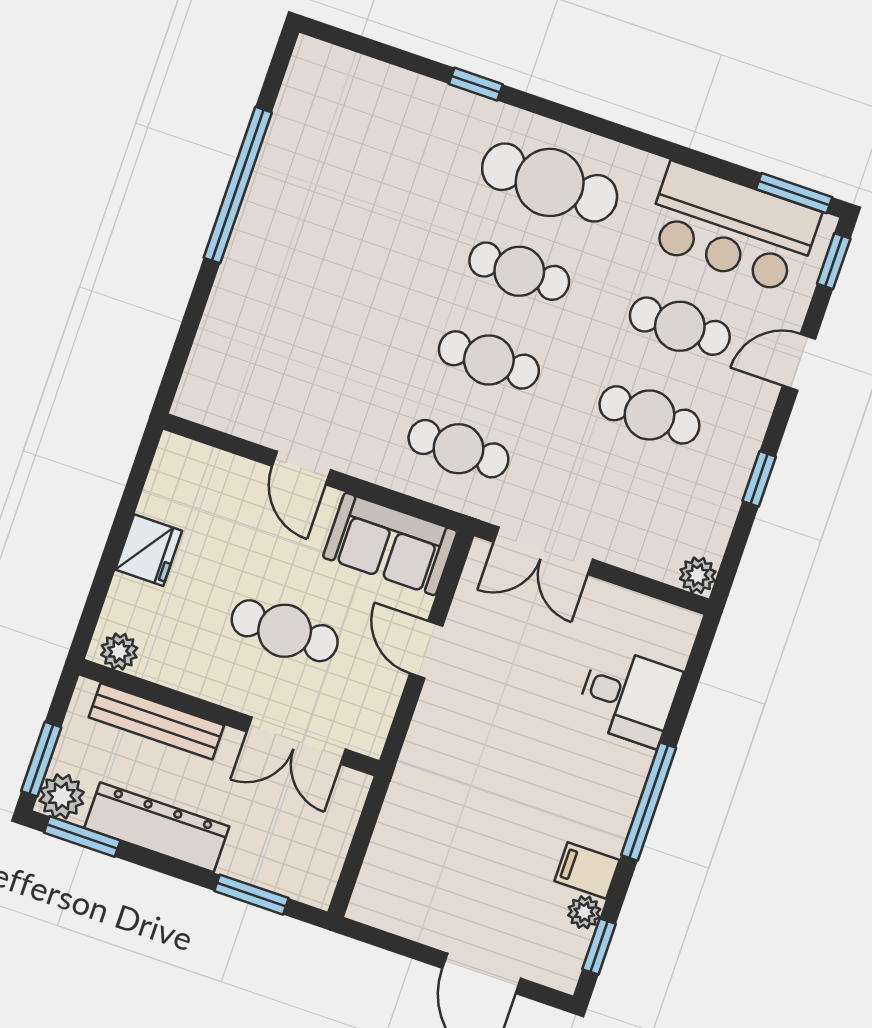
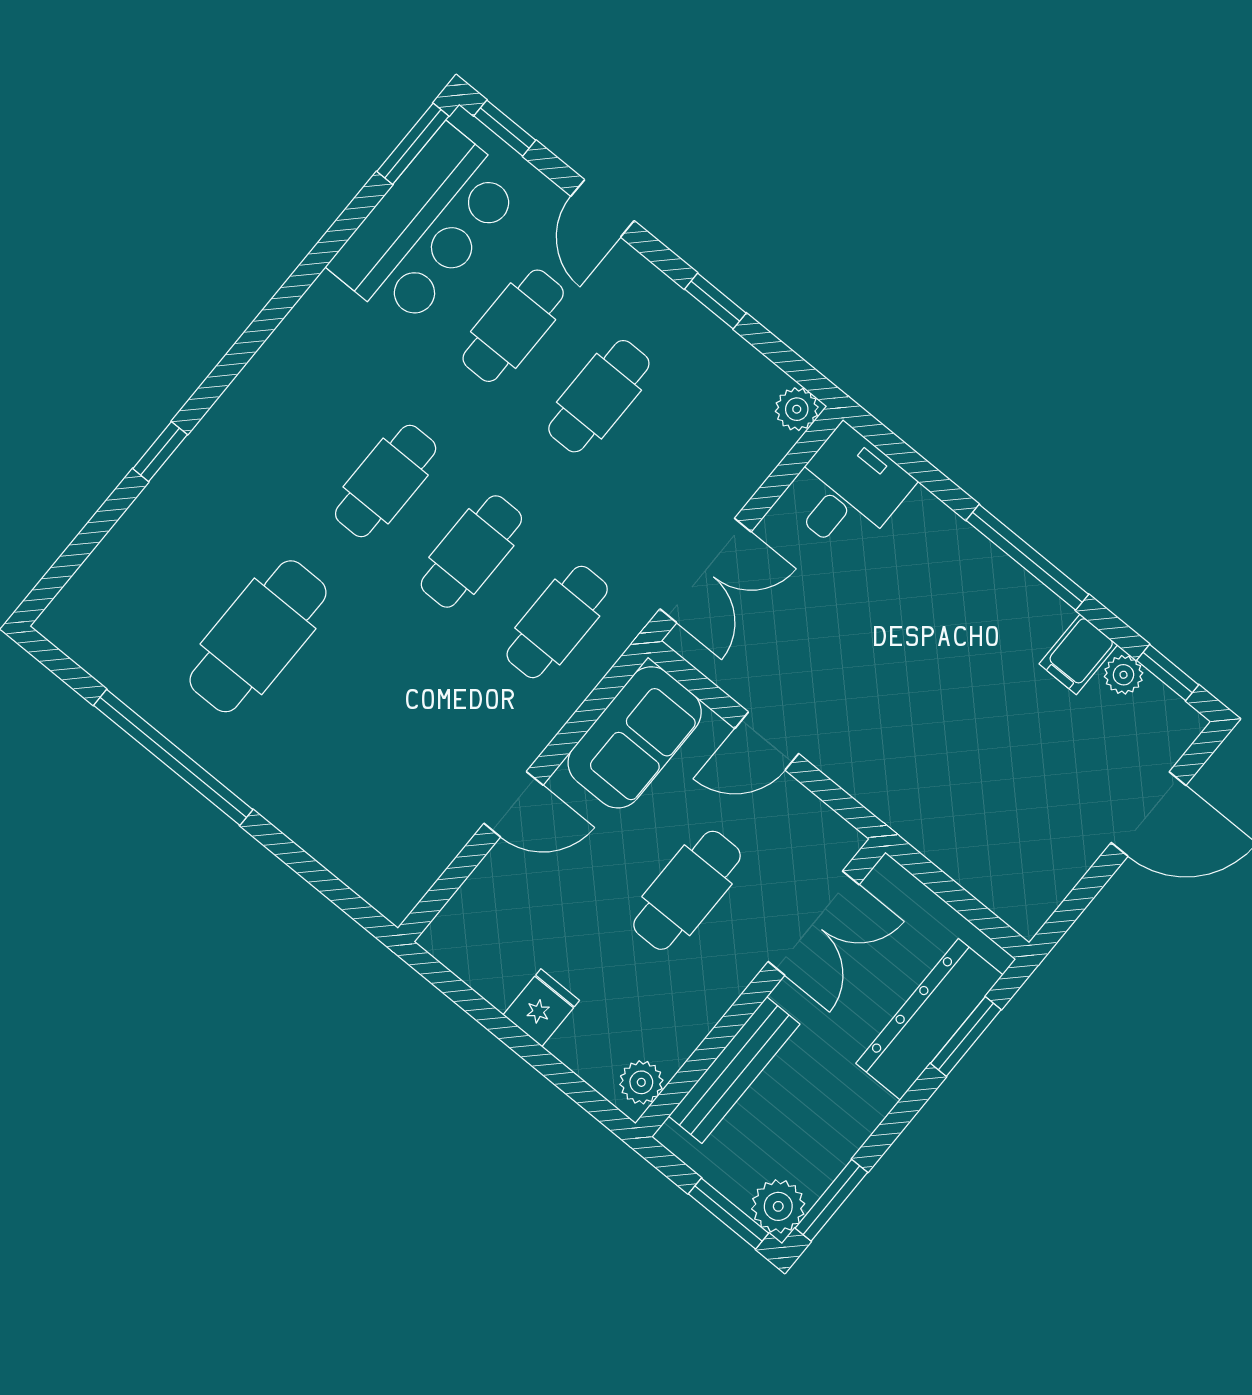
cafe table: (550, 182) -> (258, 636), moved
fridge: (149, 550) -> (541, 1008), width x0.72
desk: (628, 696) -> (847, 491), moved
dresser: (157, 827) -> (929, 1019), moved

